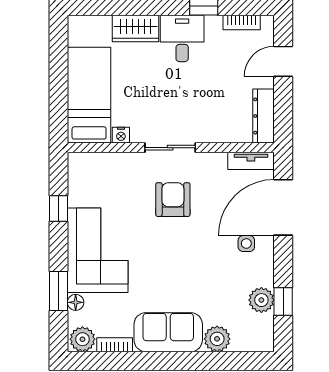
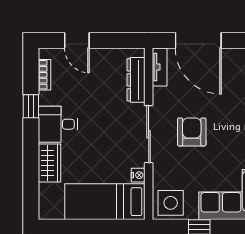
dresser: (263, 116) -> (136, 80), moved, turned 90
sliding door: (170, 148) -> (149, 134), width x1.37
armchair: (173, 200) -> (192, 132), turned 90
side table: (246, 244) -> (171, 203), moved, width x1.87, depth x1.87

